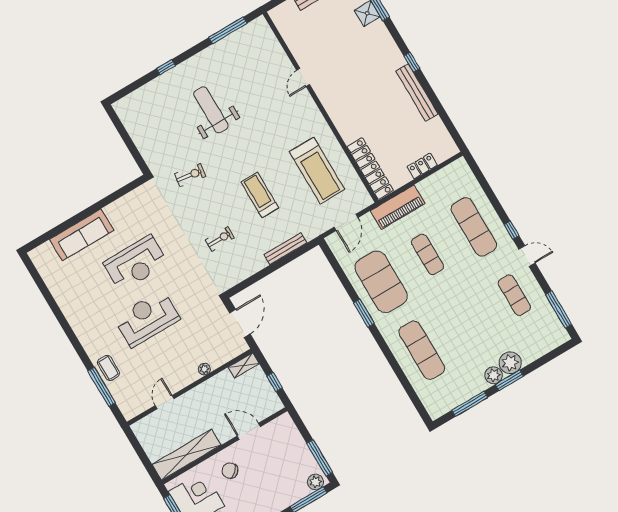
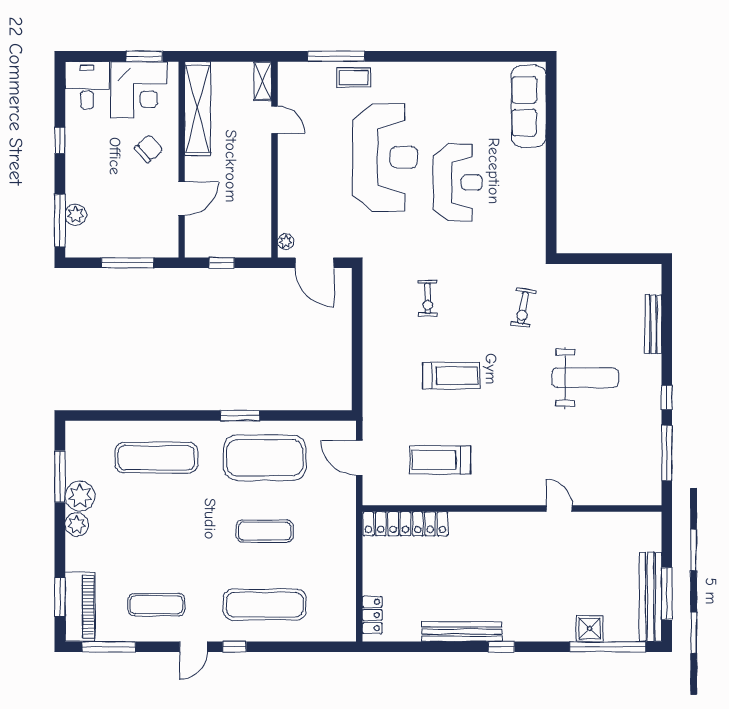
window: (166, 67) -> (667, 397), moved
locker: (422, 166) -> (372, 615), moved
treadmill: (317, 171) -> (440, 460), width x0.73, depth x0.73
piano: (398, 207) -> (80, 607), moved, turned 180
sofa: (82, 235) -> (529, 106), moved
bench: (285, 249) -> (653, 324), moved
reception desk: (136, 263) -> (458, 183), turned 180
reception desk: (147, 318) -> (385, 157), width x1.36, depth x1.30
plant: (510, 363) -> (80, 496), moved
shelving: (244, 365) -> (263, 81), moved
plant: (204, 369) -> (286, 242), moved
window: (509, 380) -> (60, 597), moved
window: (320, 458) -> (128, 263), moved
plant: (315, 482) -> (76, 215), moved

